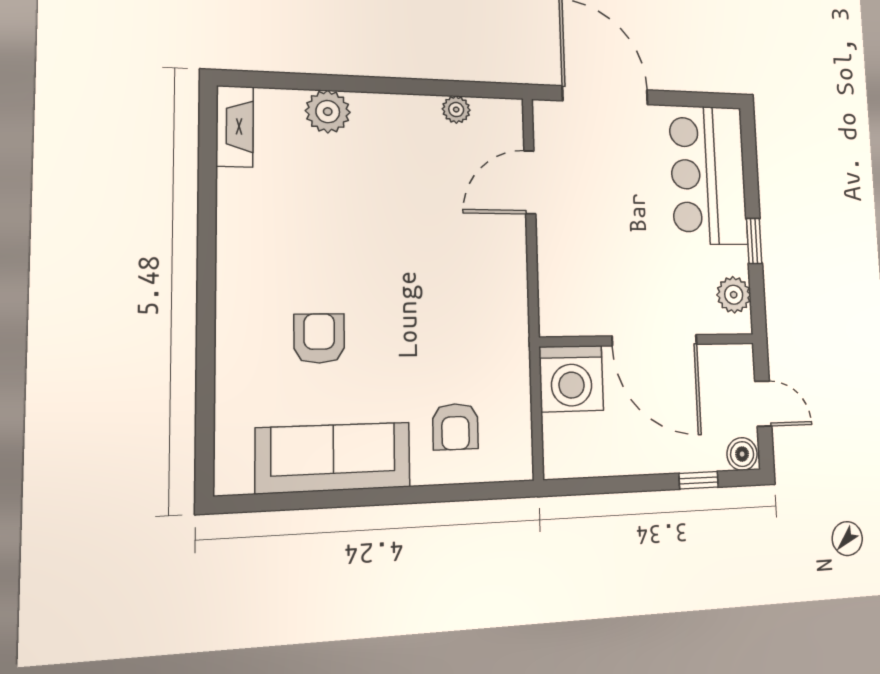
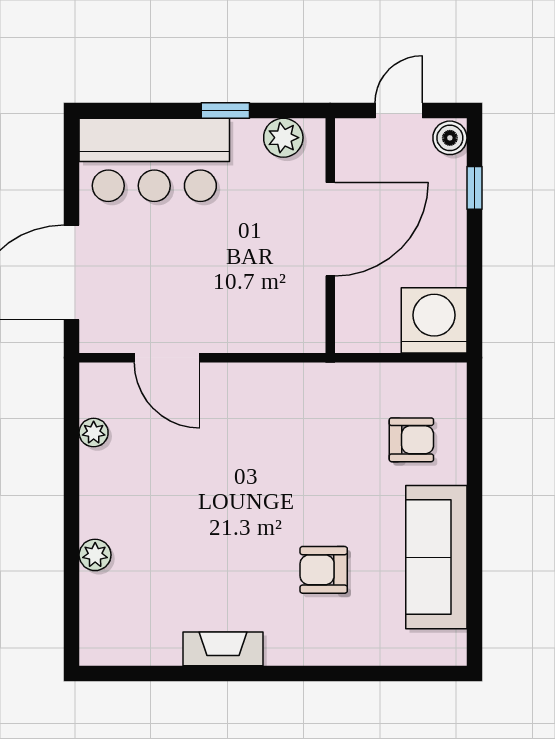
plant: (328, 112) -> (95, 555), width x0.73, depth x0.73
fireplace: (235, 126) -> (223, 649), moved
washing machine: (571, 379) -> (434, 320), moved, turned -90

